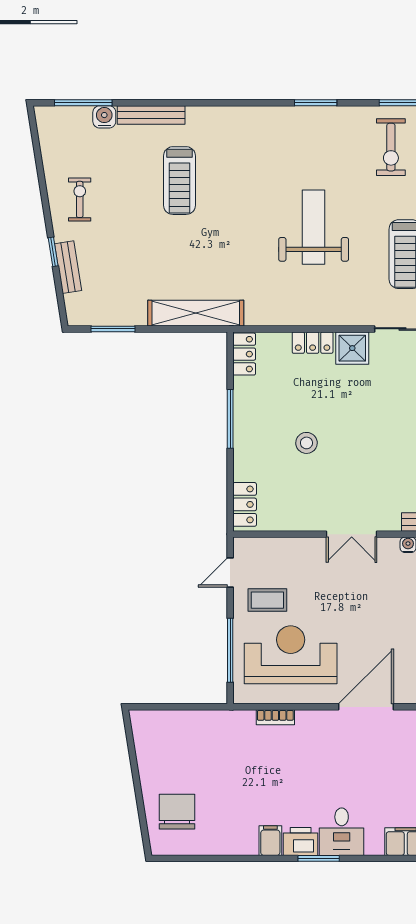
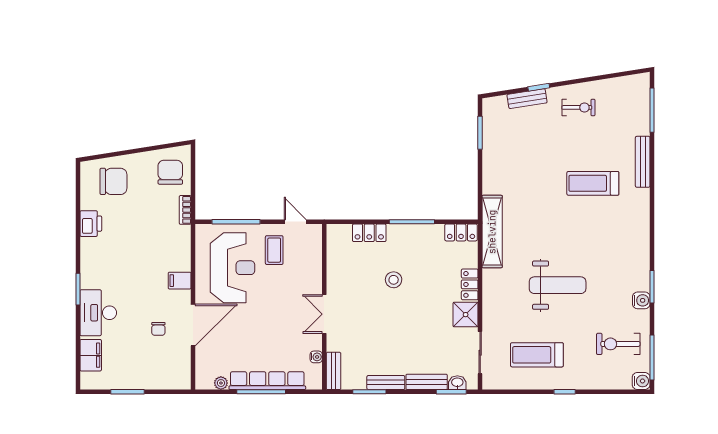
water cooler: (104, 117) -> (641, 300), moved
shelving: (196, 313) -> (492, 232), moved
locker: (245, 504) -> (369, 233), moved
door: (366, 707) -> (193, 325), hinge flipped
bookcase: (275, 717) -> (185, 210), moved
chair: (165, 737) -> (170, 172), added
chair: (371, 752) -> (158, 329), added
desk: (342, 832) -> (98, 313), width x1.37
filing cabinet: (270, 841) -> (180, 281), moved, turned 180
printer: (301, 841) -> (91, 224), moved

